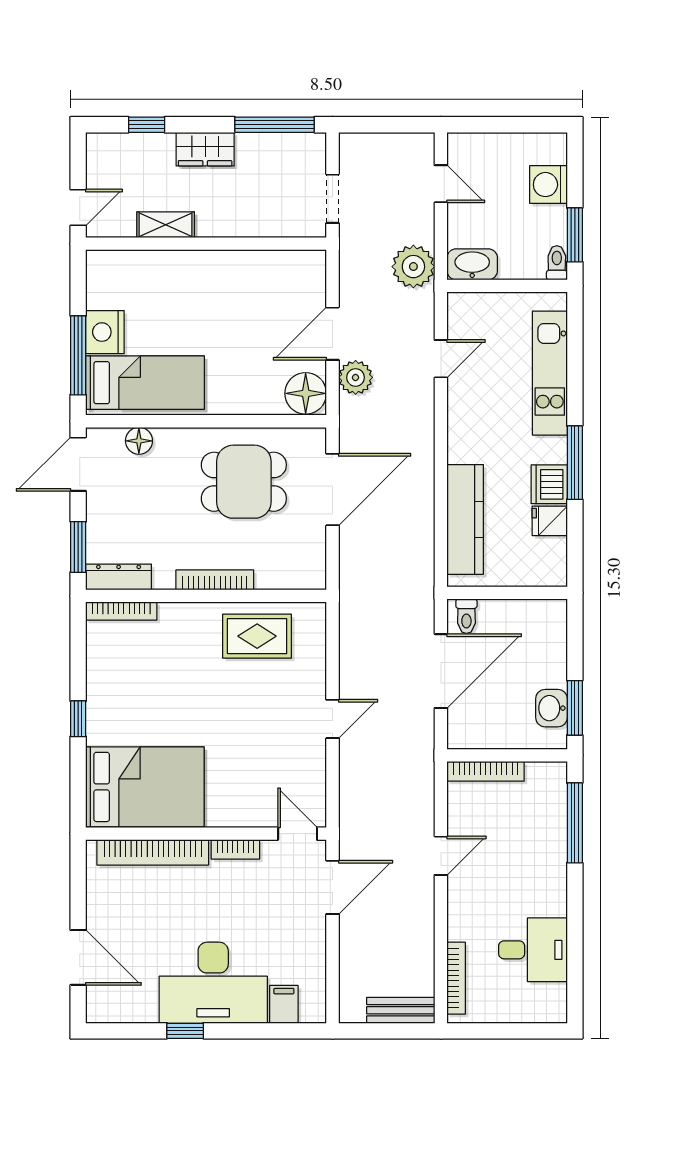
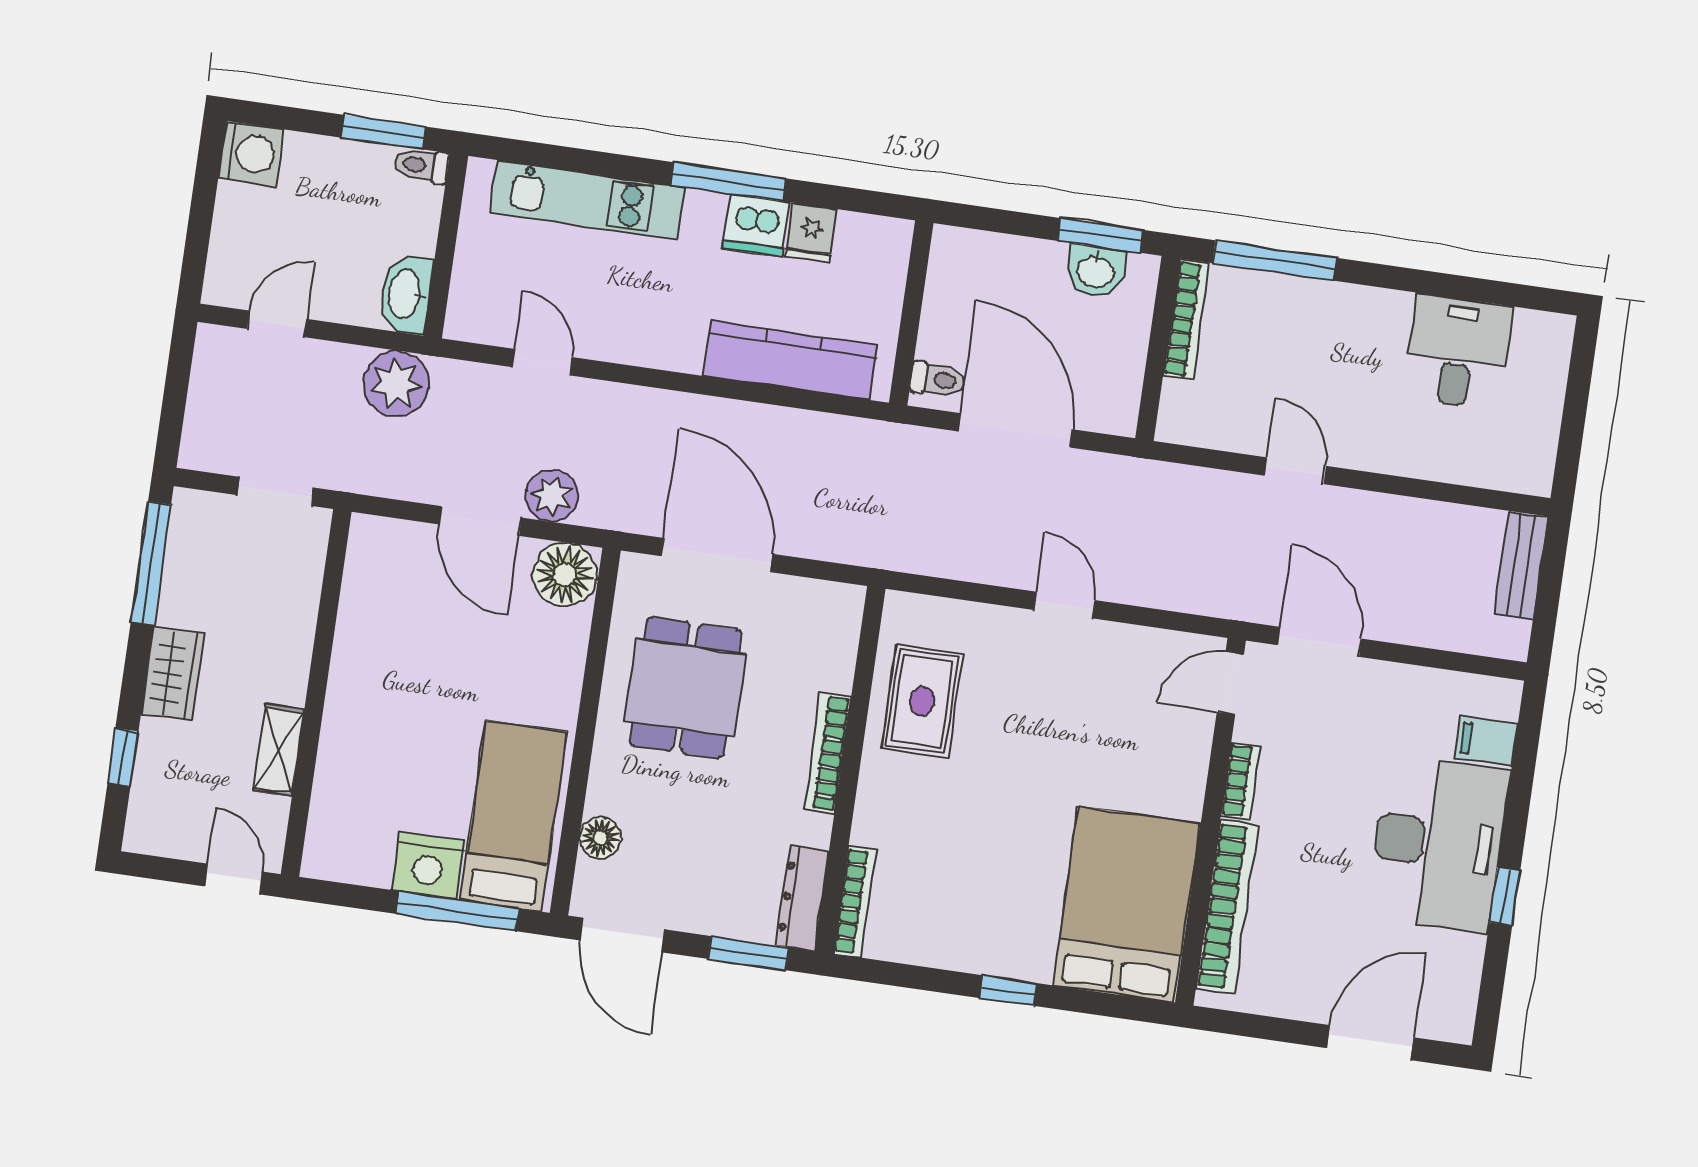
washing machine: (548, 185) -> (251, 154), moved, turned -90
bookcase: (486, 771) -> (1186, 320), moved
bookcase: (456, 978) -> (1484, 474), removed

